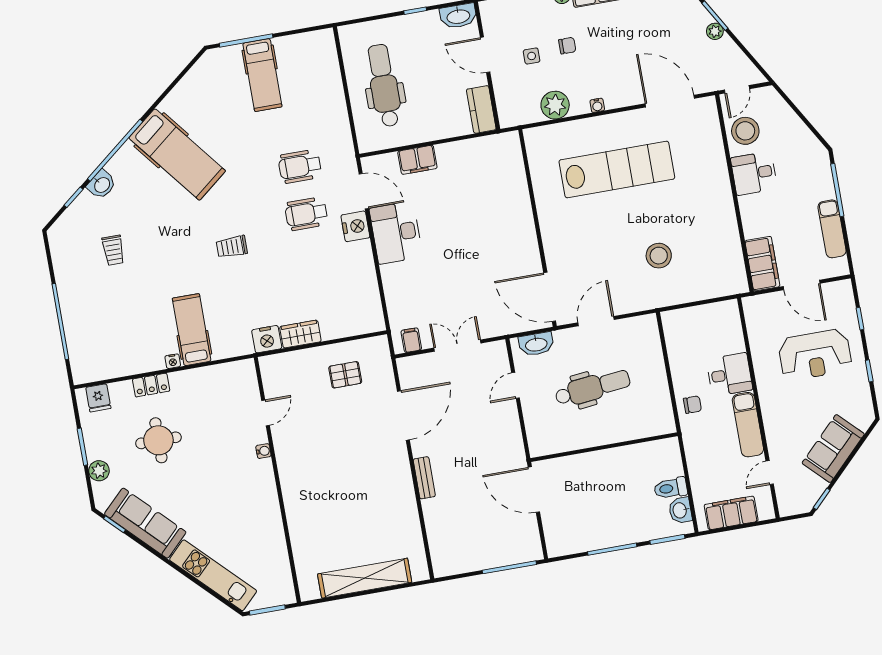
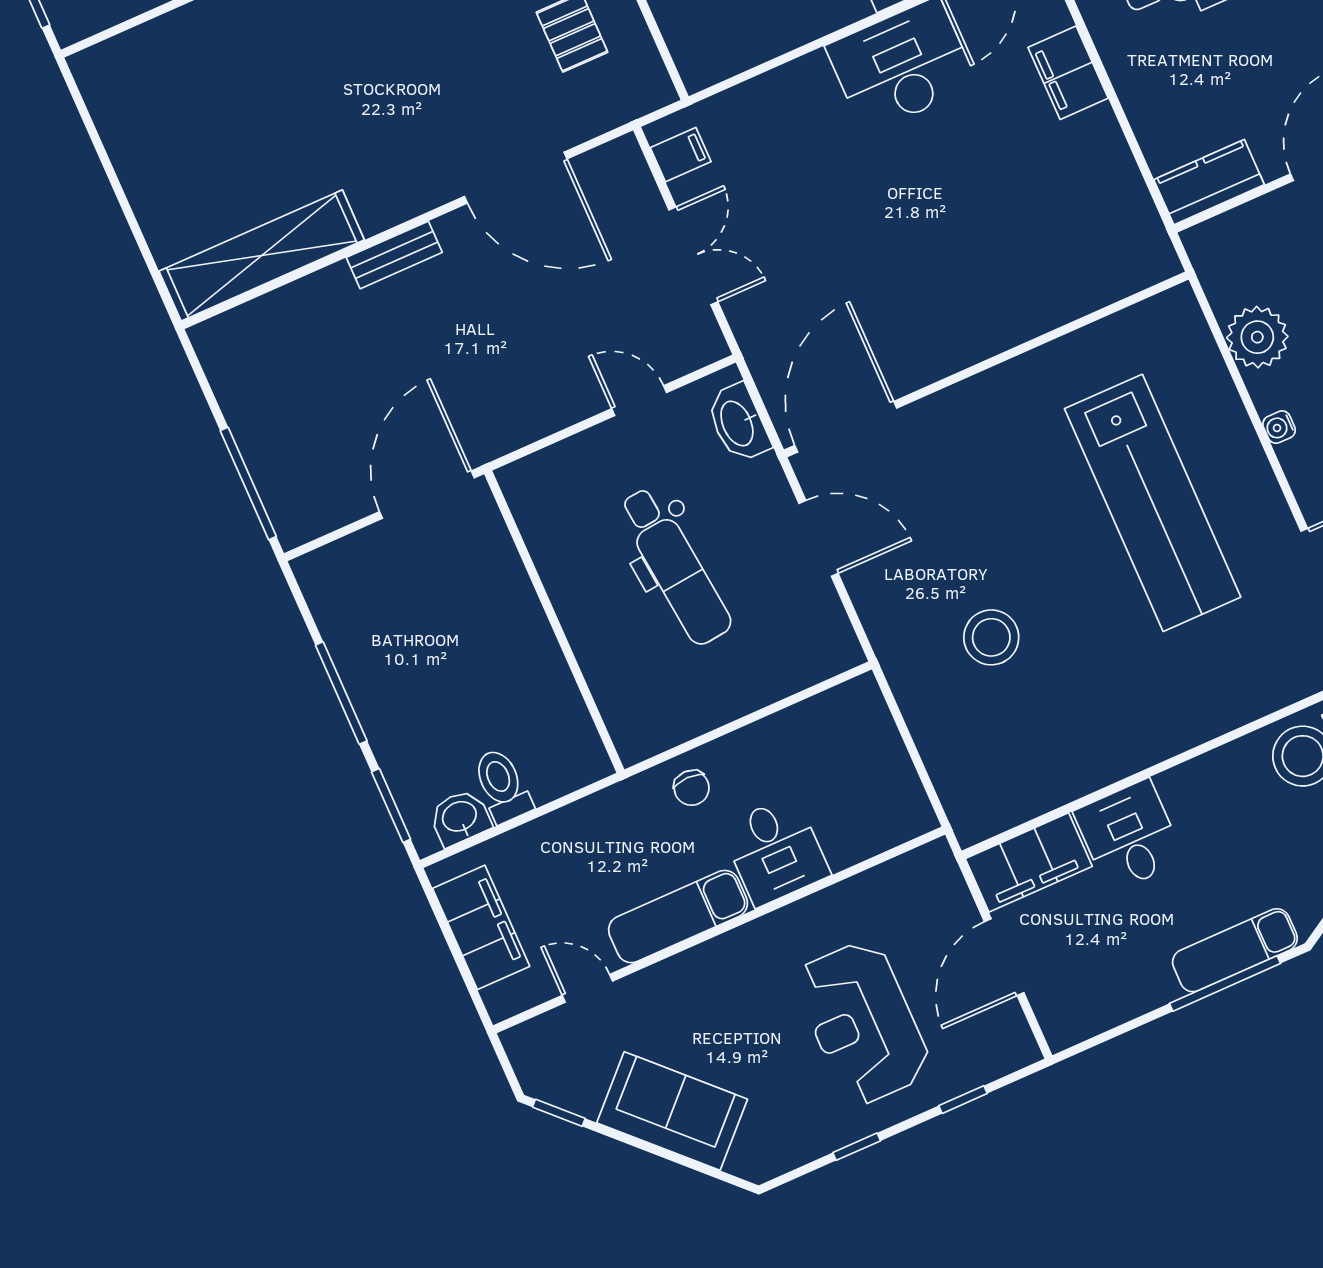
desk: (754, 173) -> (1129, 836), moved
exam couch: (832, 229) -> (1235, 950), moved
shelving: (365, 578) -> (262, 256), moved, turned 90

